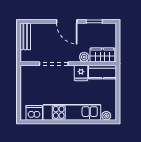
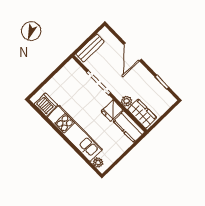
door: (67, 21) -> (132, 52), moved
bench: (25, 36) -> (90, 48), moved

